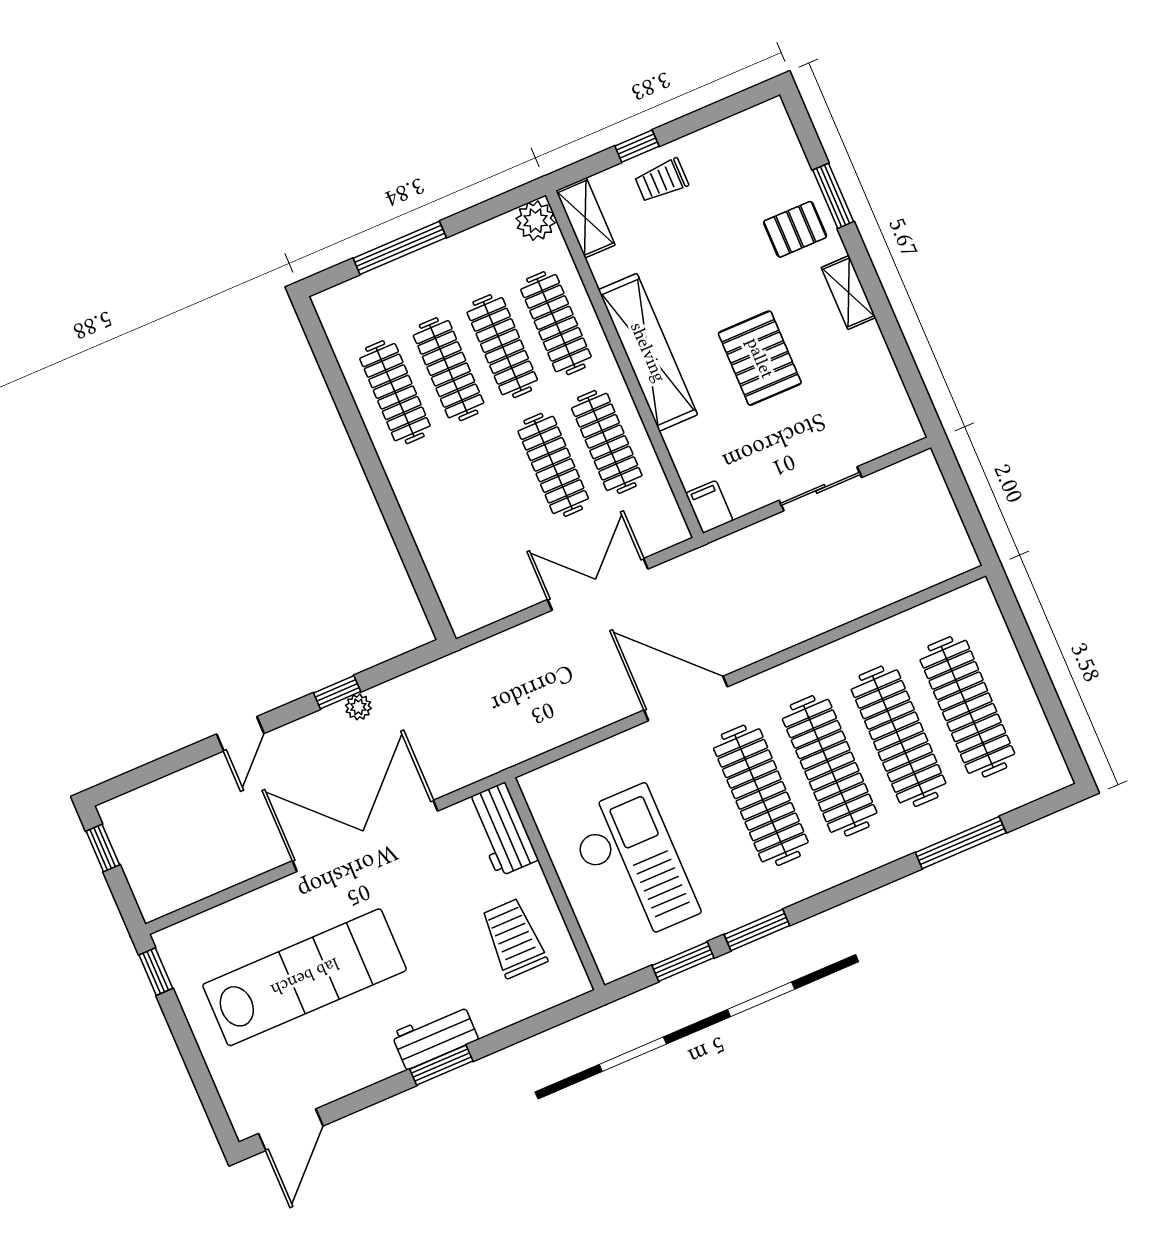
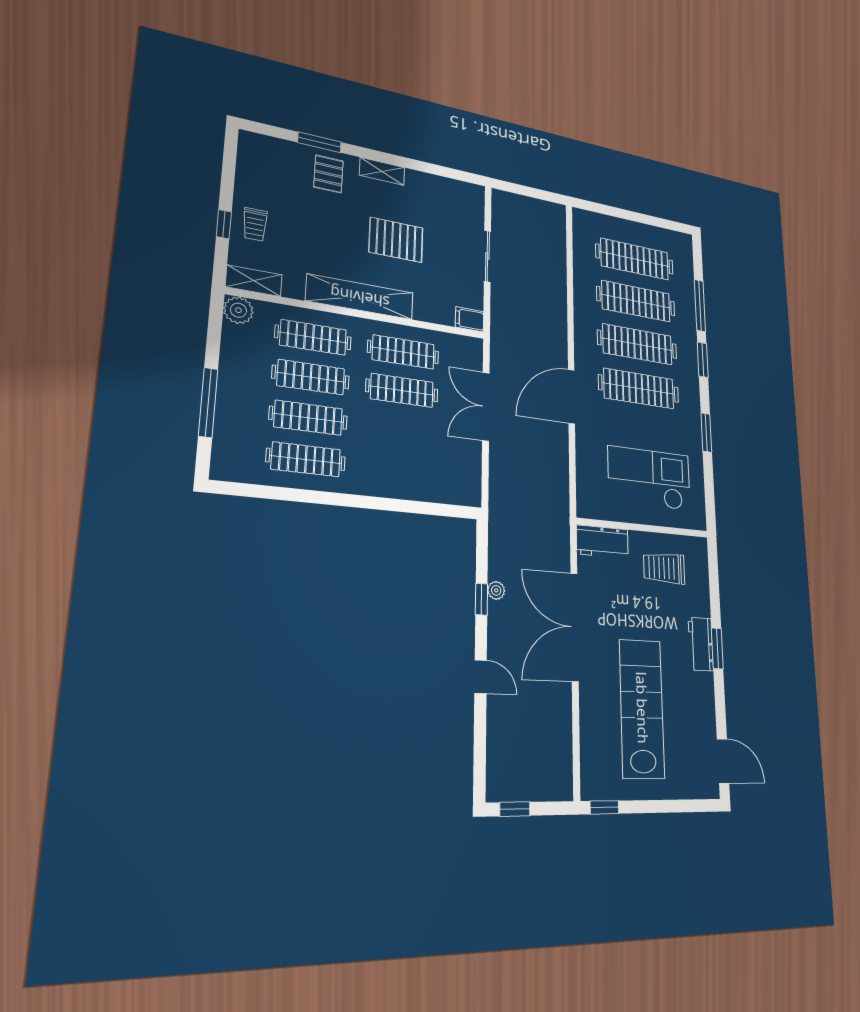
window: (683, 962) -> (703, 360), moved

